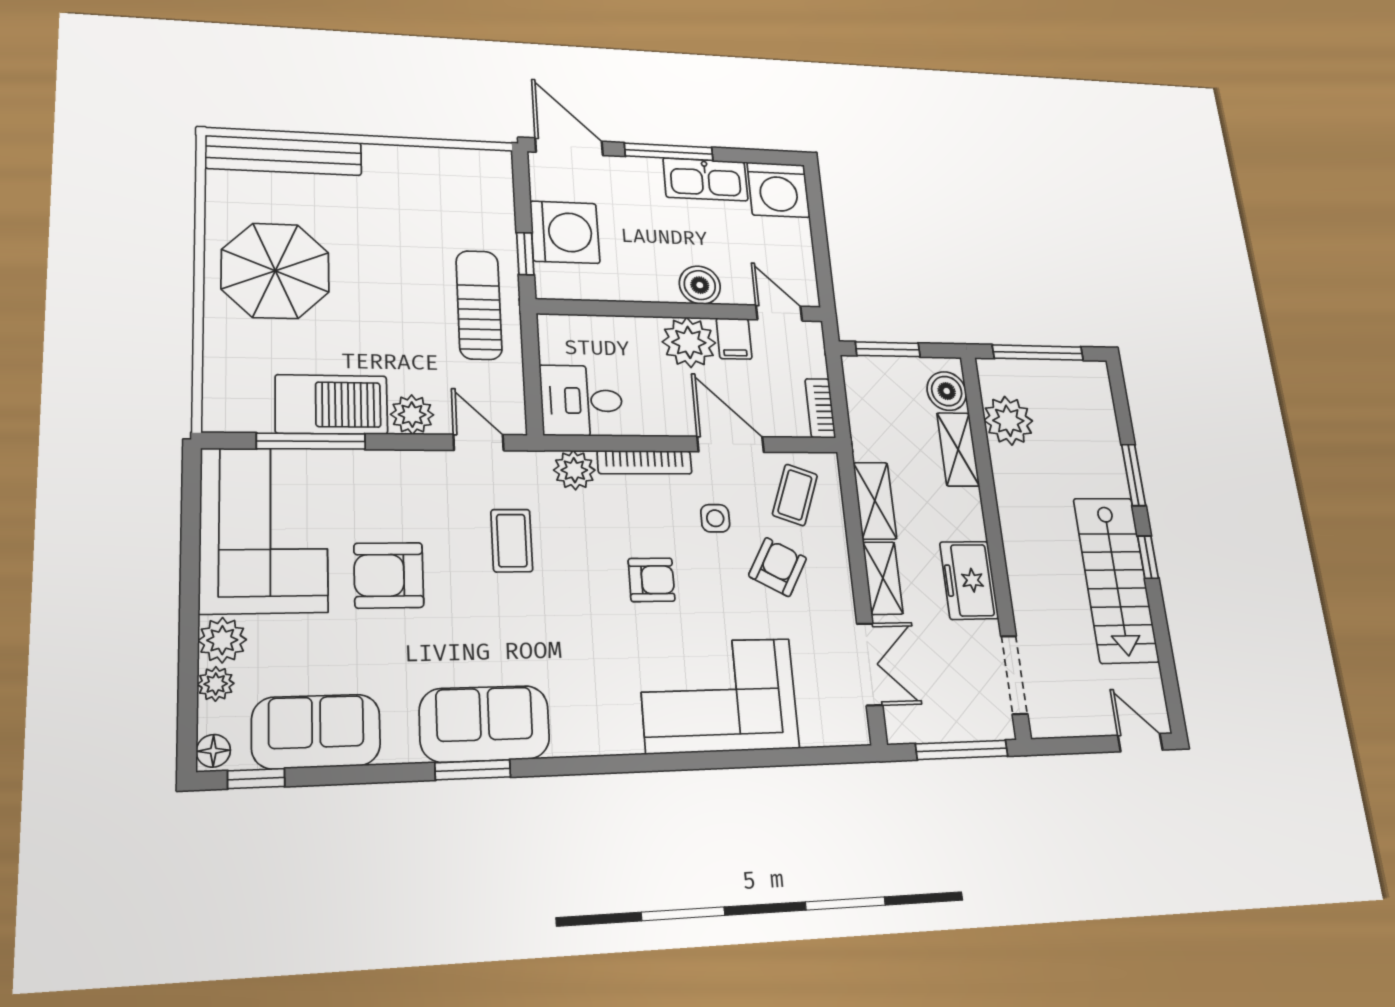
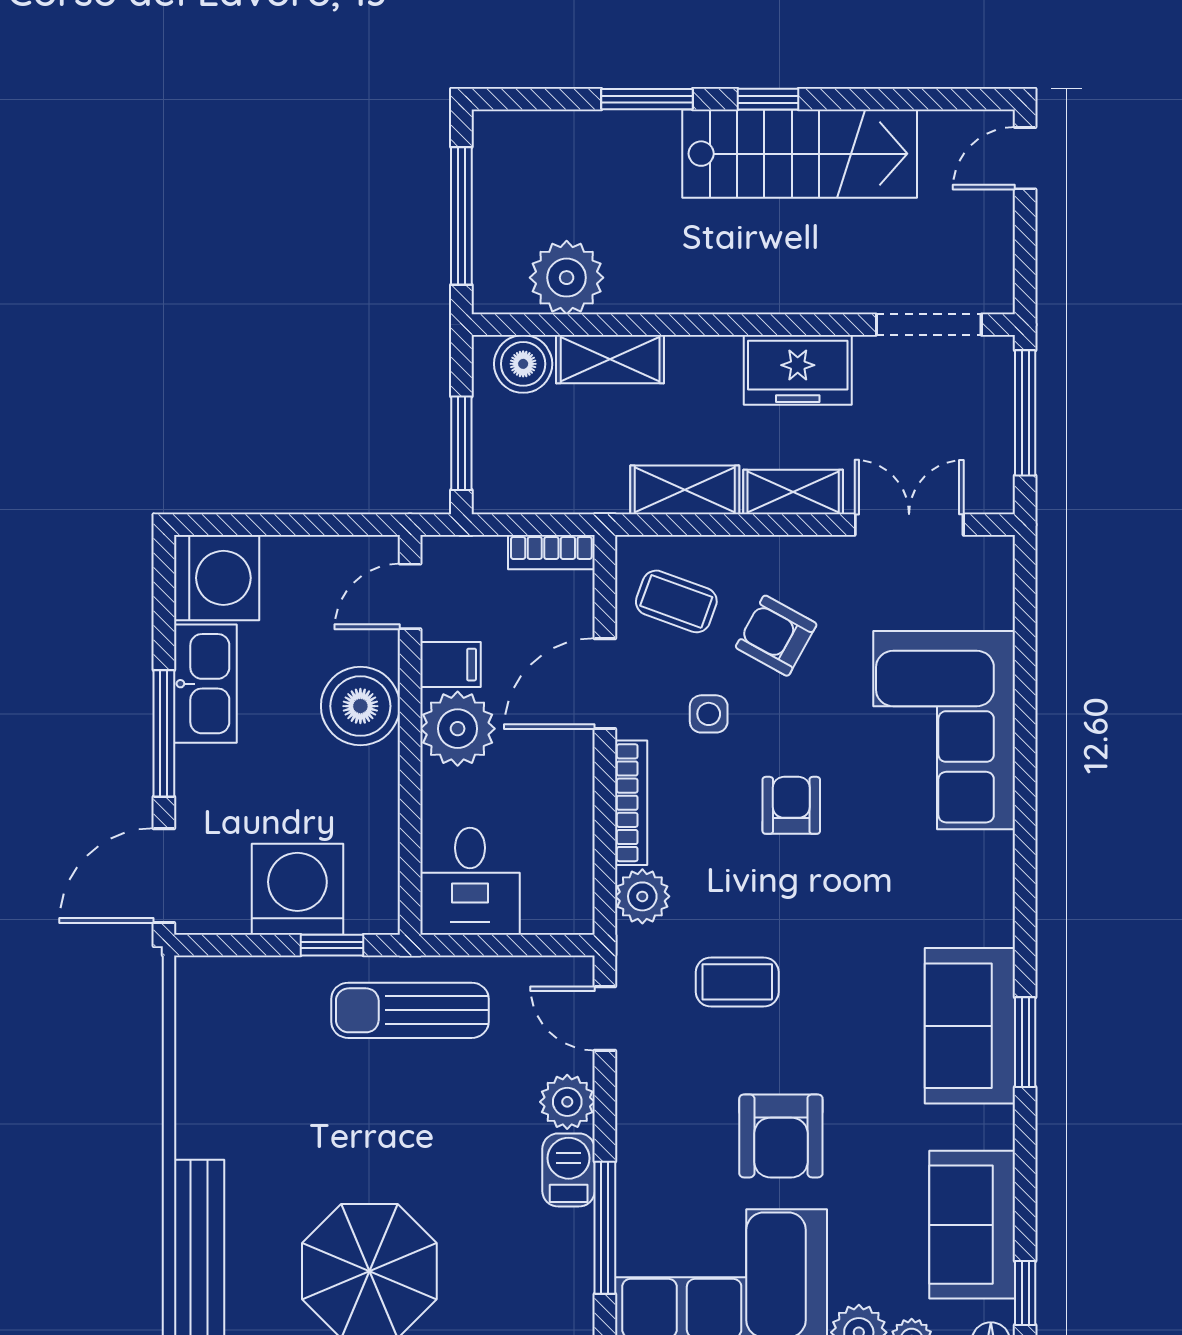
boiler: (700, 285) -> (360, 706), width x1.37, depth x1.37
desk: (582, 401) -> (470, 881), moved
barbecue: (331, 404) -> (569, 1170), width x0.53, depth x0.65
door: (479, 442) -> (605, 1019), hinge flipped

